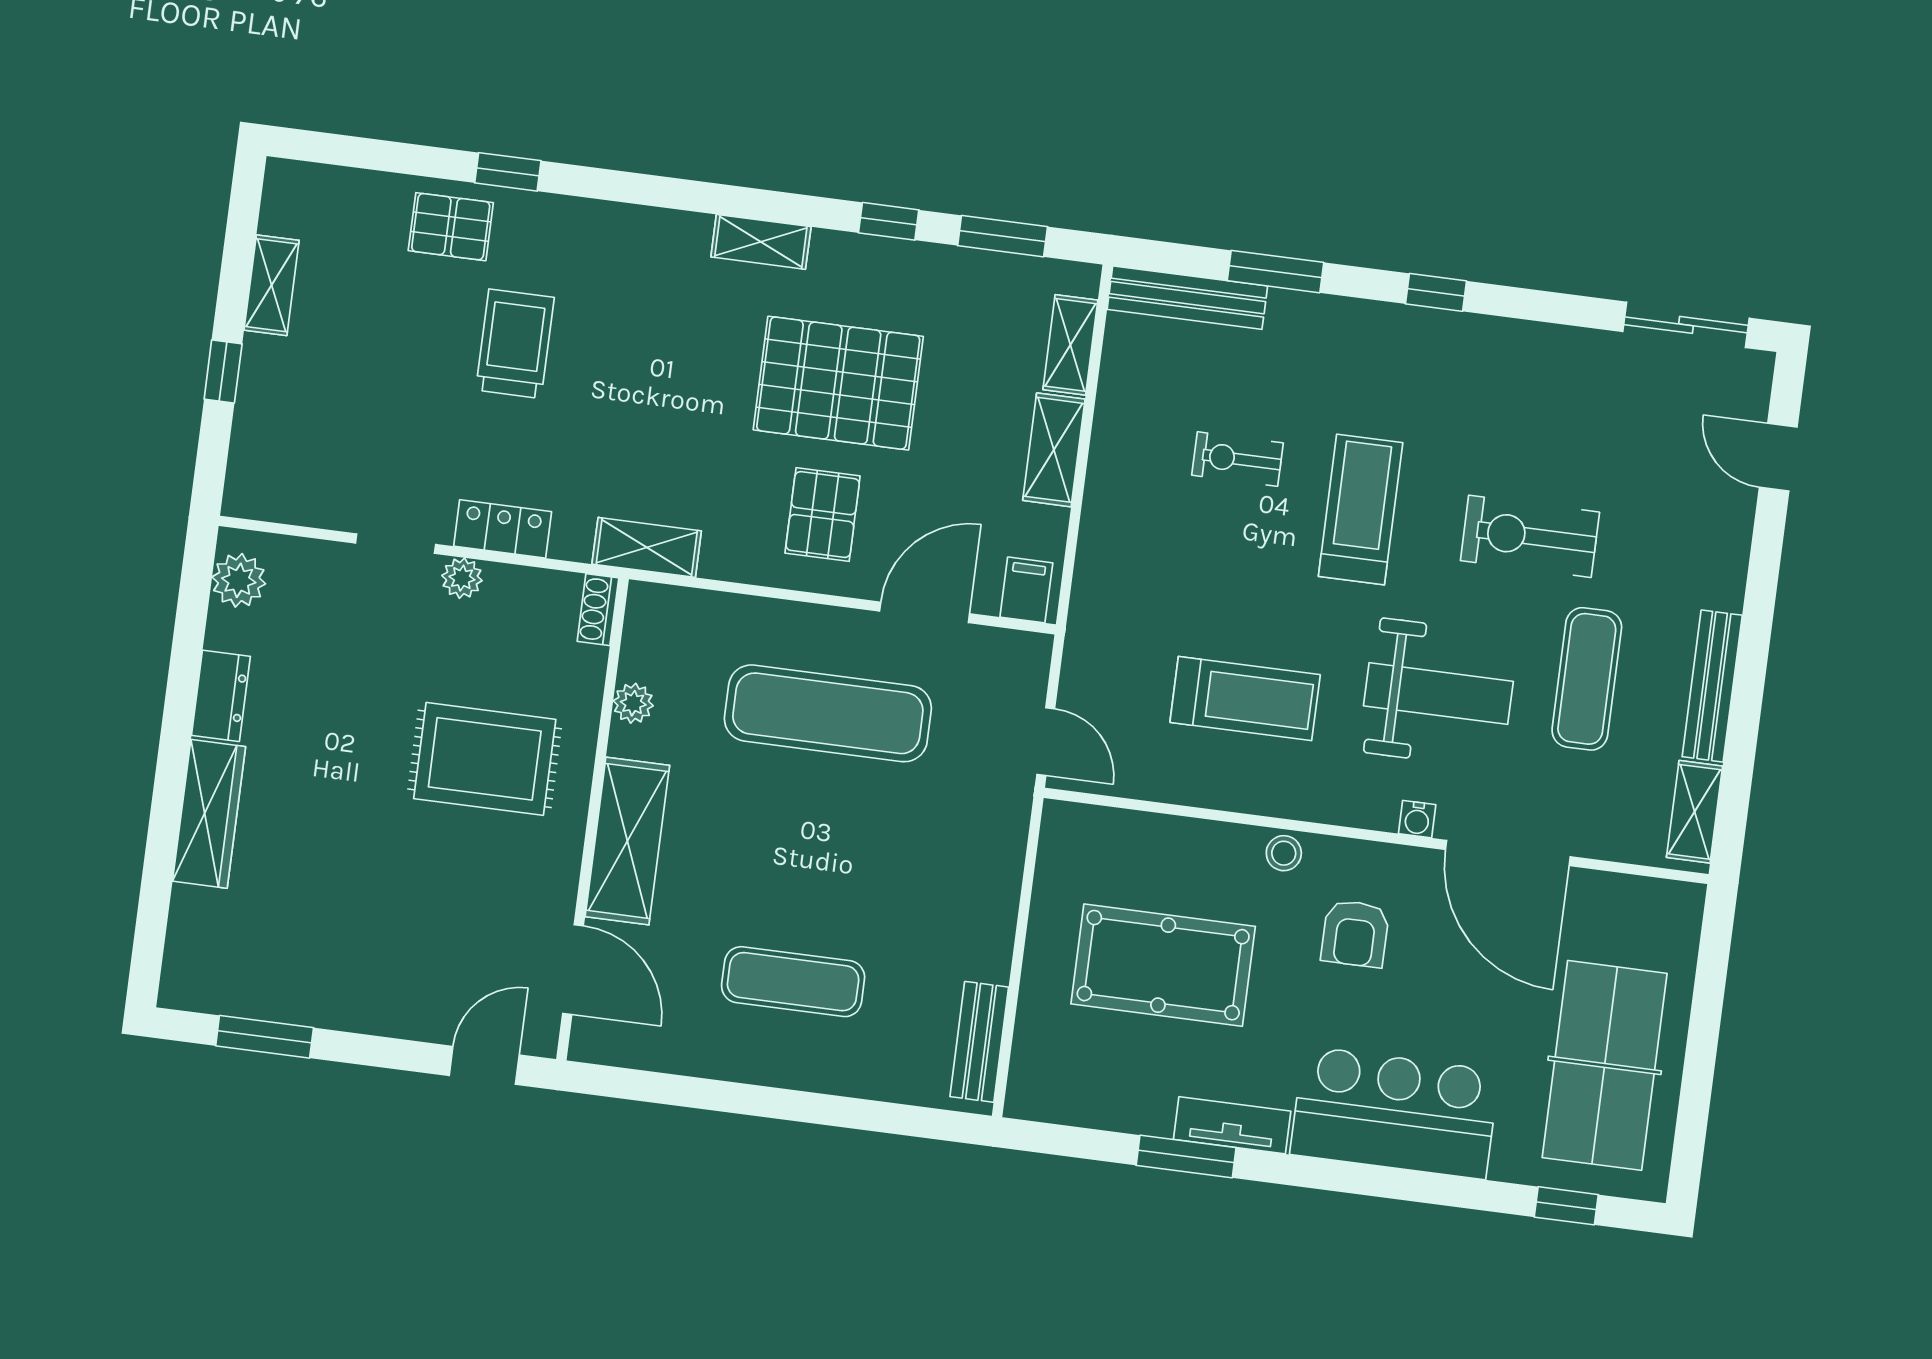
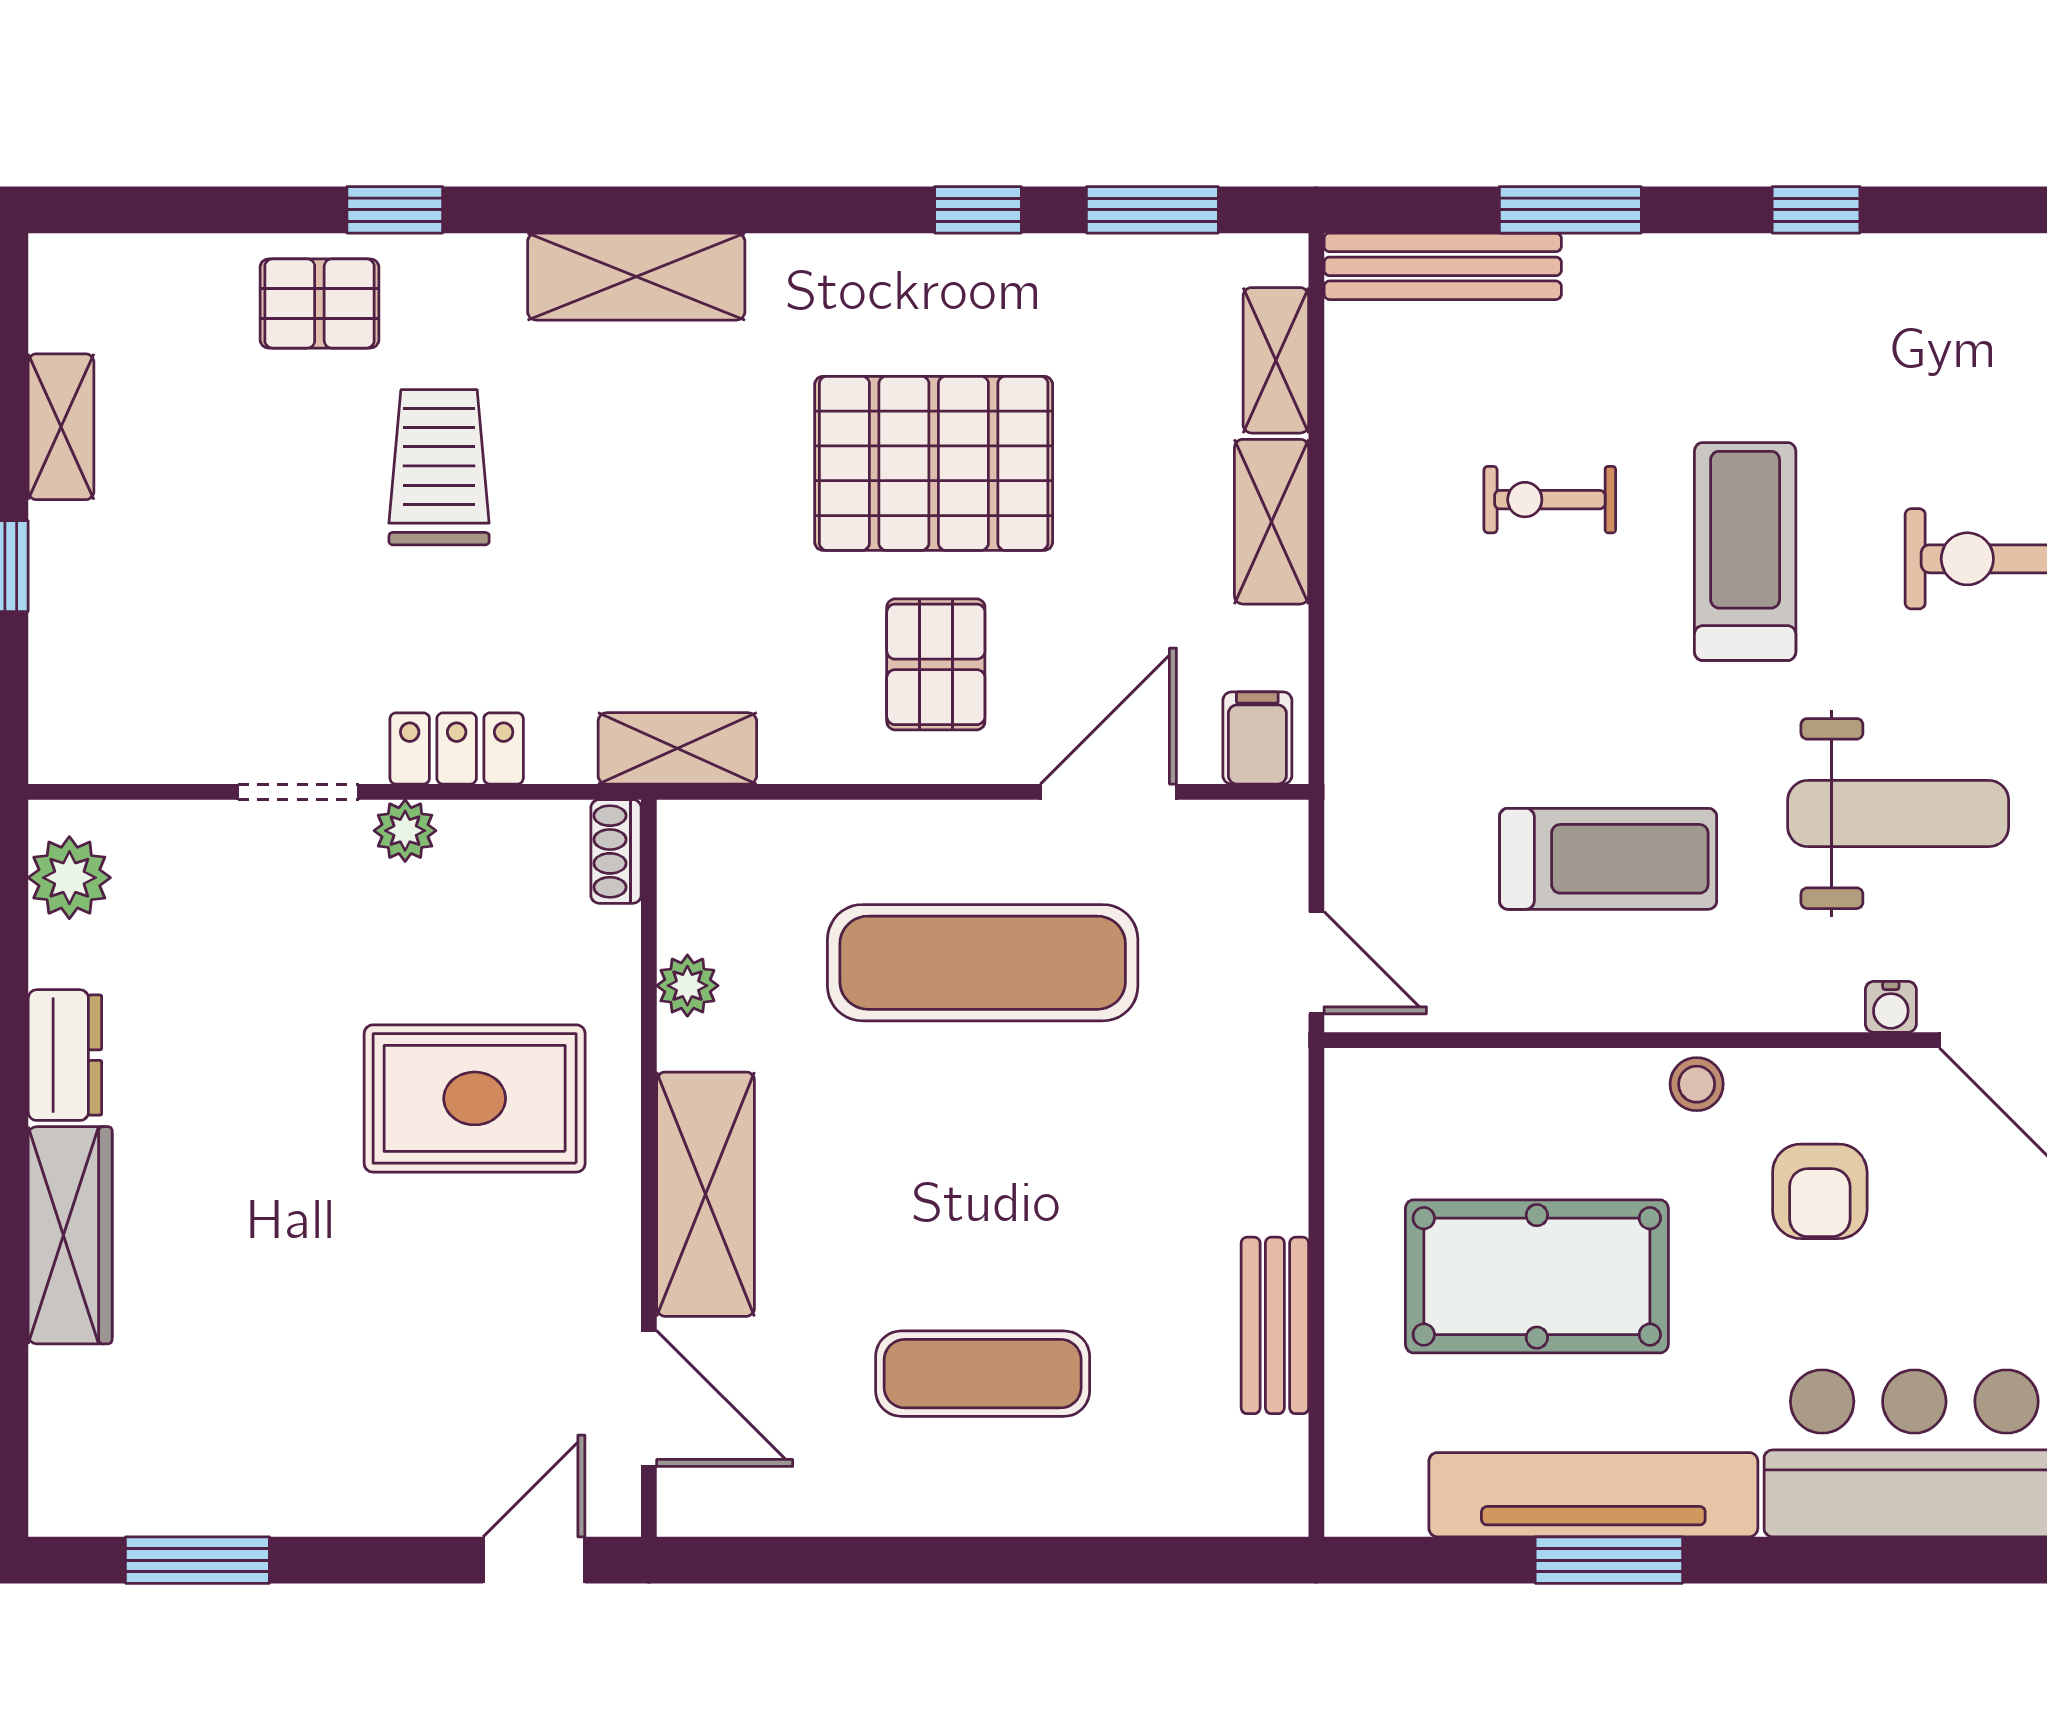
shelving: (761, 242) -> (636, 277), moved, width x1.50, depth x1.33
bench: (979, 1042) -> (1275, 1325), moved
tv unit: (1232, 1125) -> (1593, 1495), width x1.92, depth x1.29

